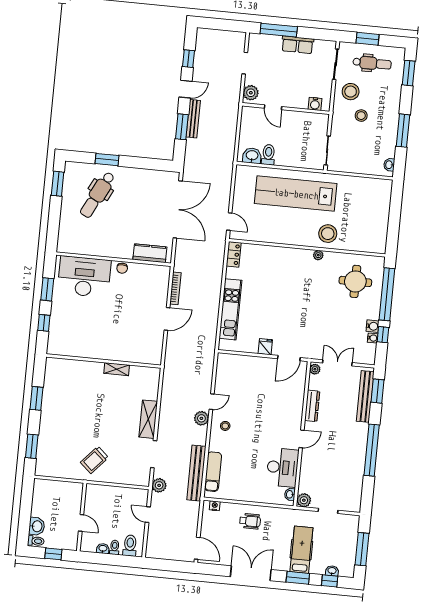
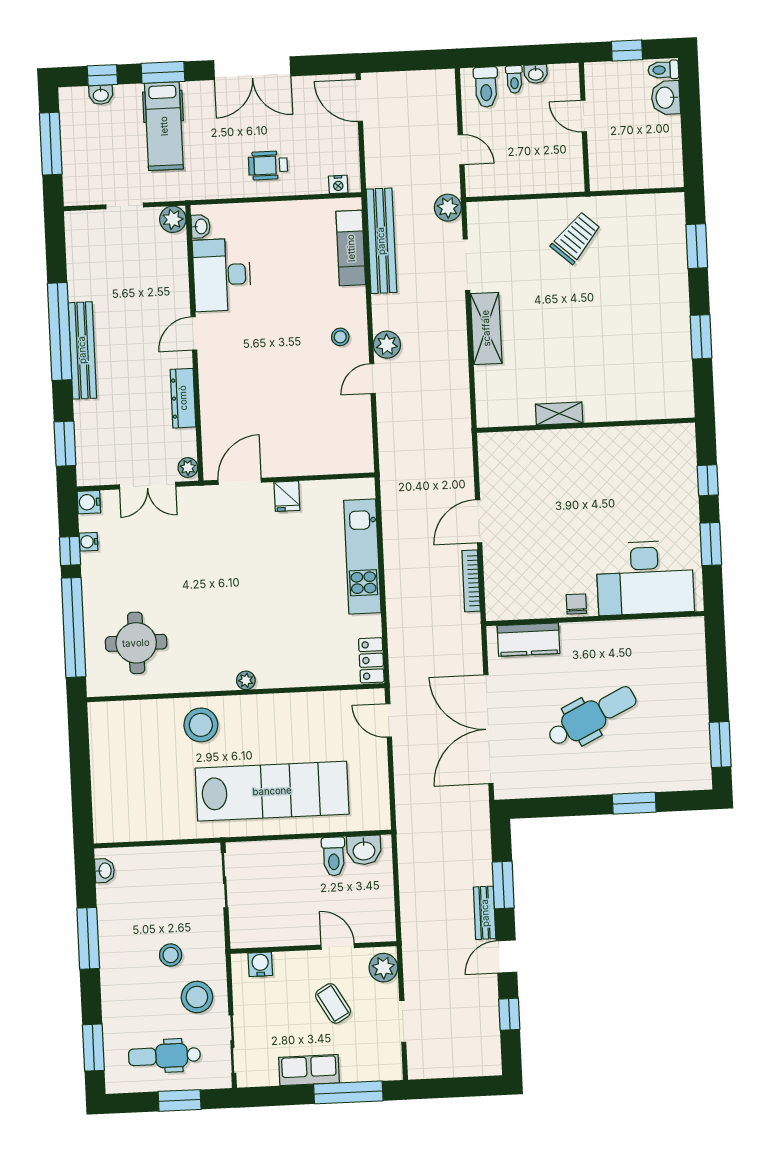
coffee table: (280, 78) -> (333, 1003), added
bench: (193, 119) -> (485, 913), width x0.73
dental chair: (97, 195) -> (592, 716), moved, turned 37
plant: (318, 255) -> (246, 680), moved
water cooler: (373, 326) -> (89, 502), moved
bench: (365, 396) -> (82, 350), moved

